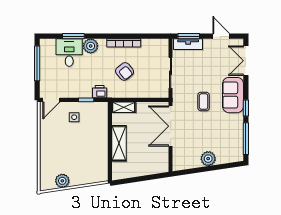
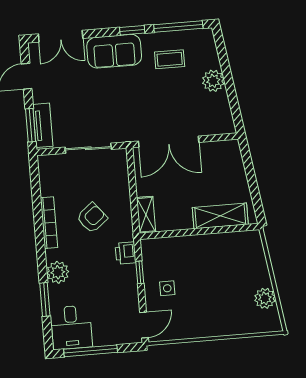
desk: (69, 53) -> (71, 327), moved, turned -90
door: (51, 100) -> (144, 325), hinge flipped
coffee table: (204, 102) -> (170, 59), moved
shelving: (119, 143) -> (220, 216), moved

